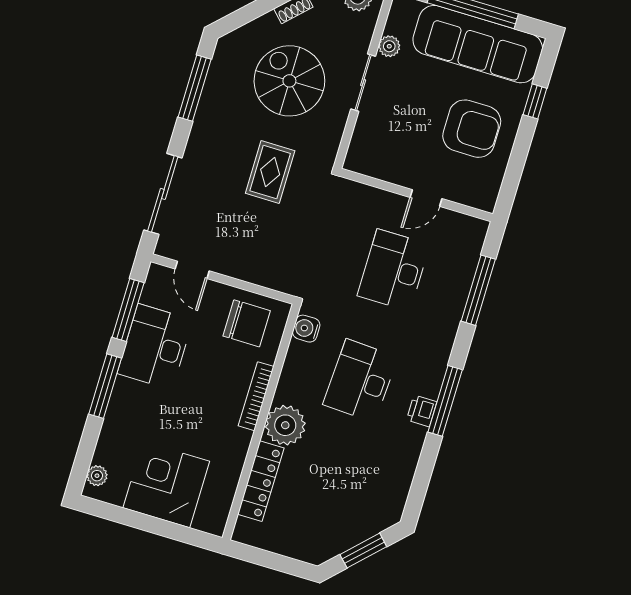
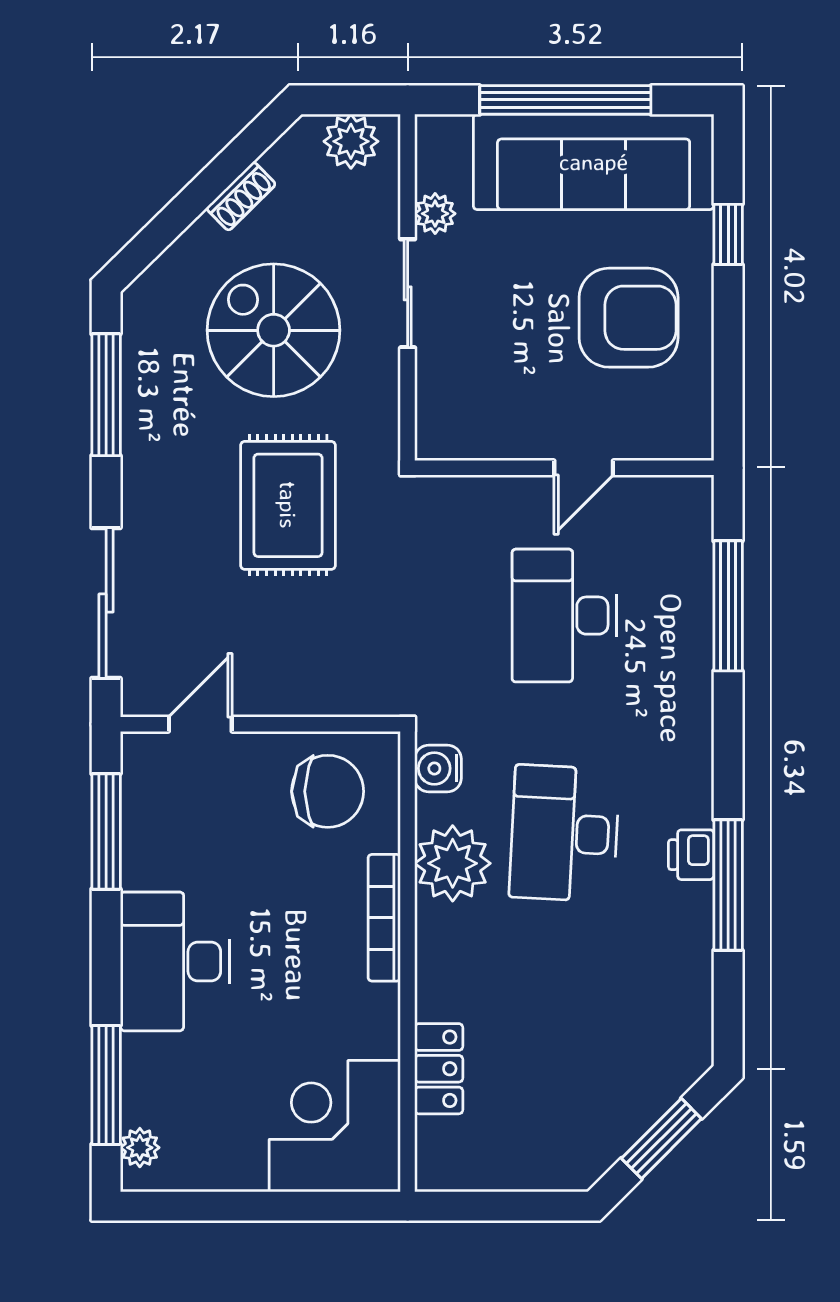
rug: (270, 172) -> (288, 505), width x1.36, depth x1.43
door: (192, 270) -> (200, 724), swing flipped
desk: (155, 347) -> (175, 961), moved
window: (105, 386) -> (106, 1085), moved
window: (445, 401) -> (728, 885), moved
plant: (285, 425) -> (453, 863), moved
locker: (261, 481) -> (439, 1069), width x0.66
corner desk: (166, 485) -> (335, 1126), moved

